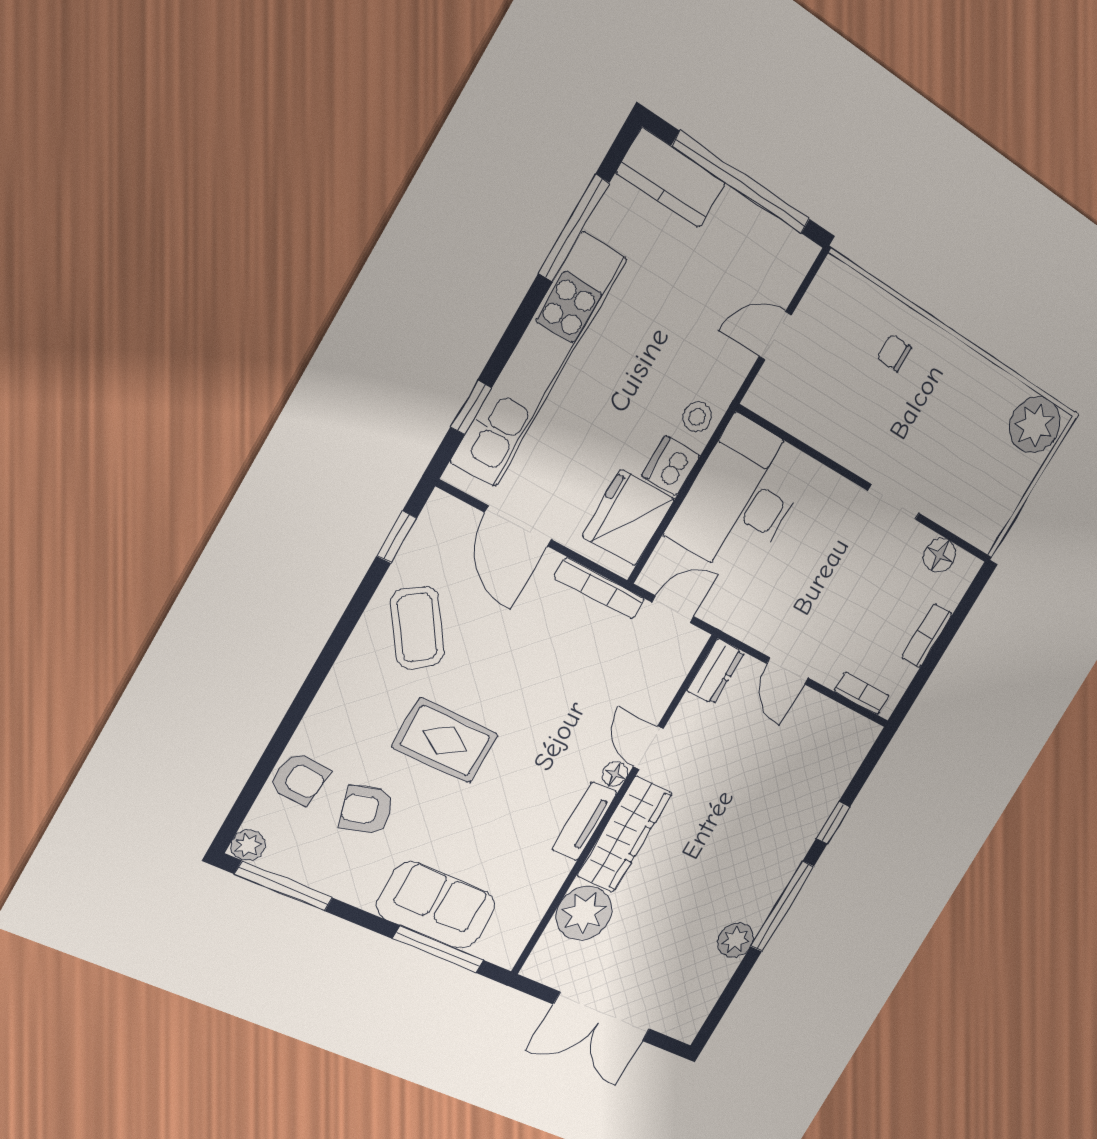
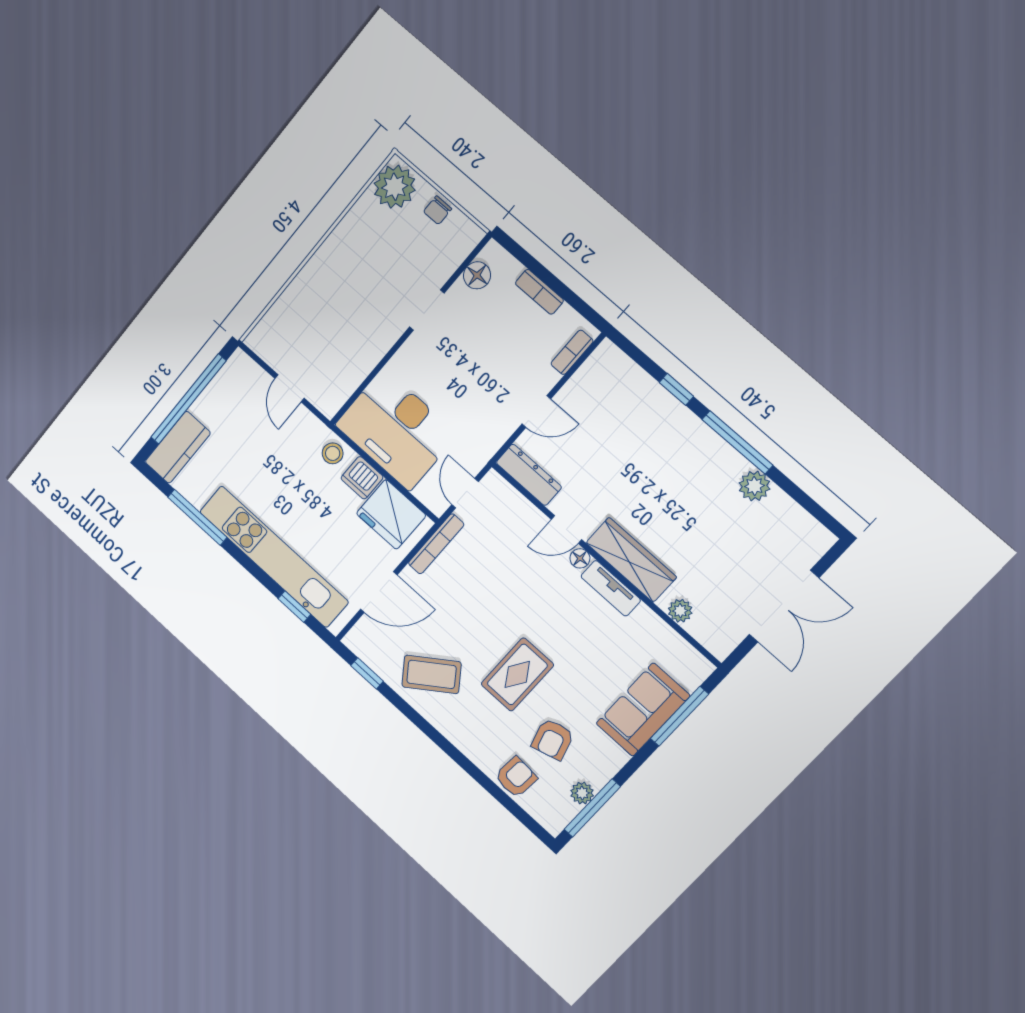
chair: (894, 353) -> (437, 210), moved
dresser: (716, 672) -> (529, 475), width x1.44
plant: (248, 845) -> (582, 793), moved
plant: (584, 913) -> (680, 611), width x0.53, depth x0.53

